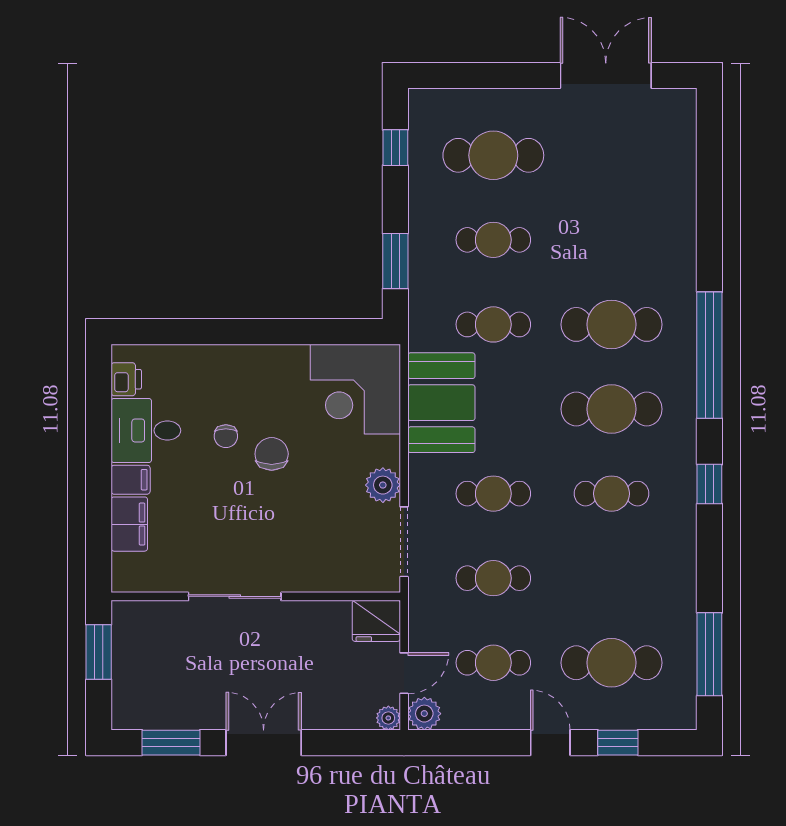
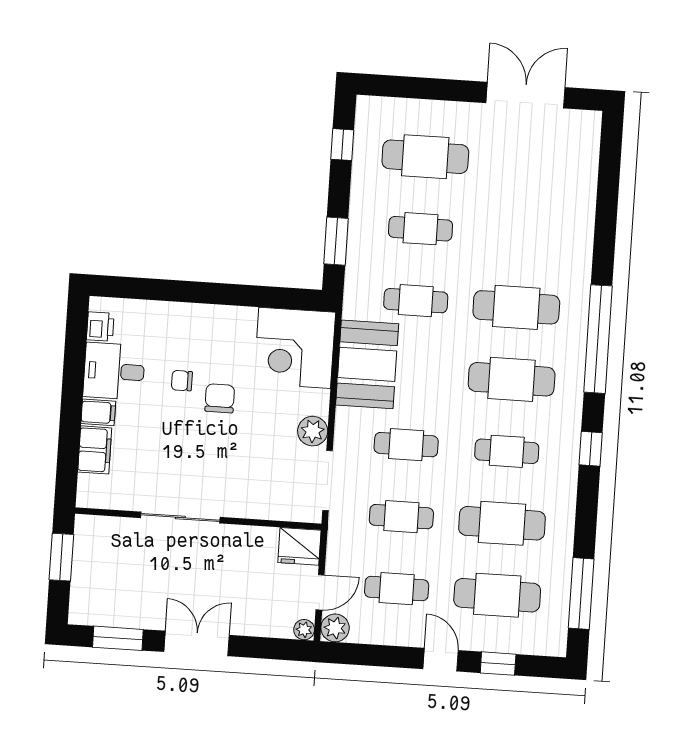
chair: (226, 436) -> (182, 381), turned 90
cafe table: (612, 578) -> (502, 523), added

